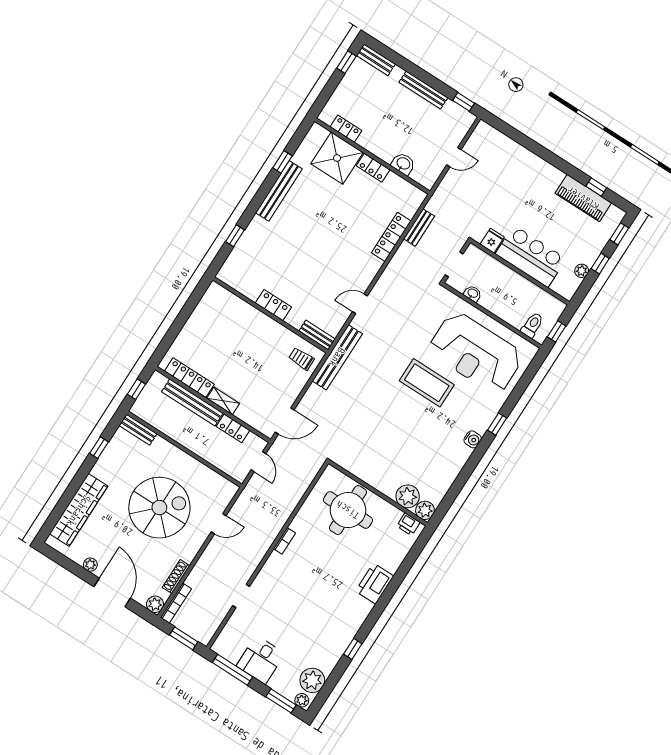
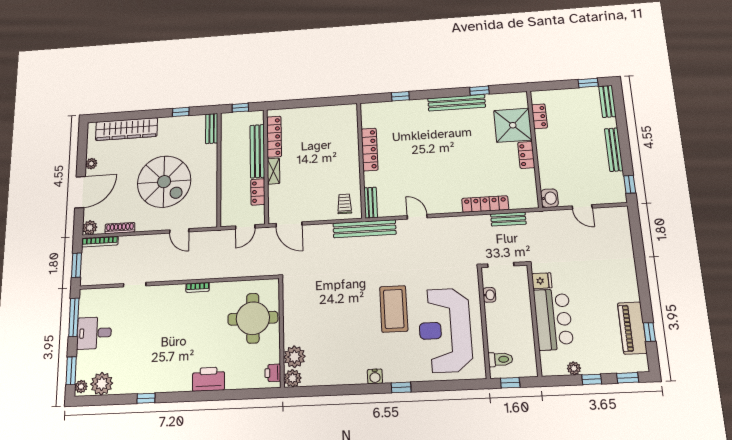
washbasin: (403, 164) -> (549, 198), moved
locker: (273, 305) -> (370, 149), width x1.53

